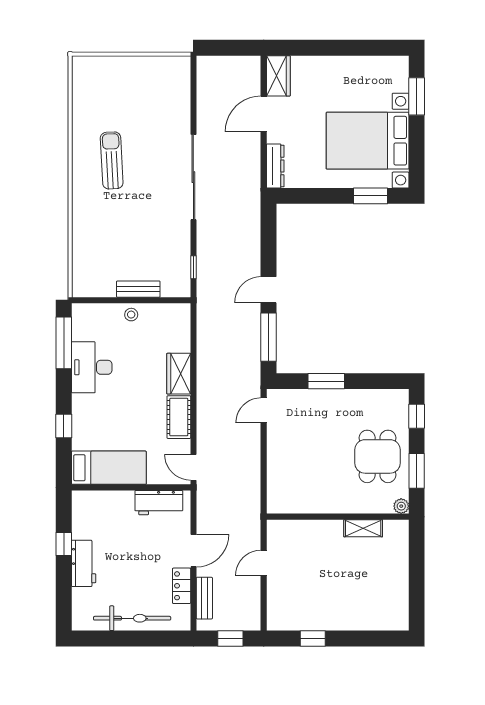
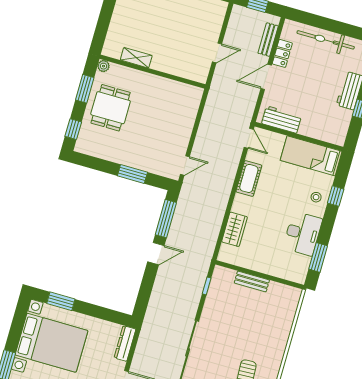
stool: (131, 315) -> (316, 197), moved
window: (64, 343) -> (318, 257), width x0.69
wardrobe: (179, 374) -> (235, 229), moved

